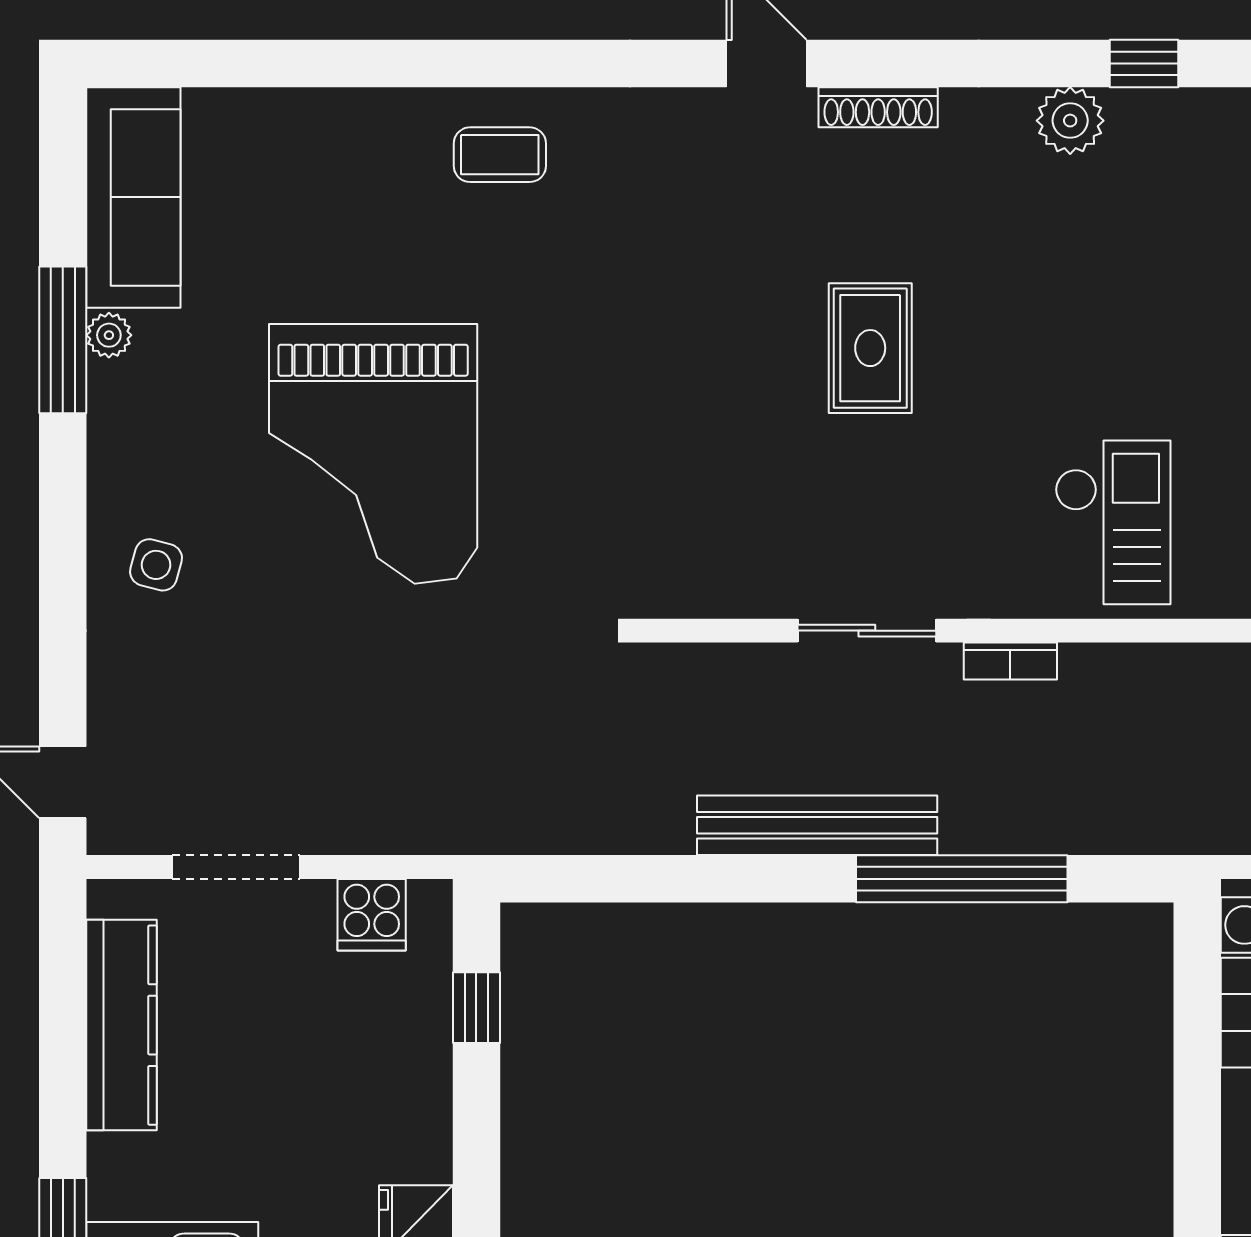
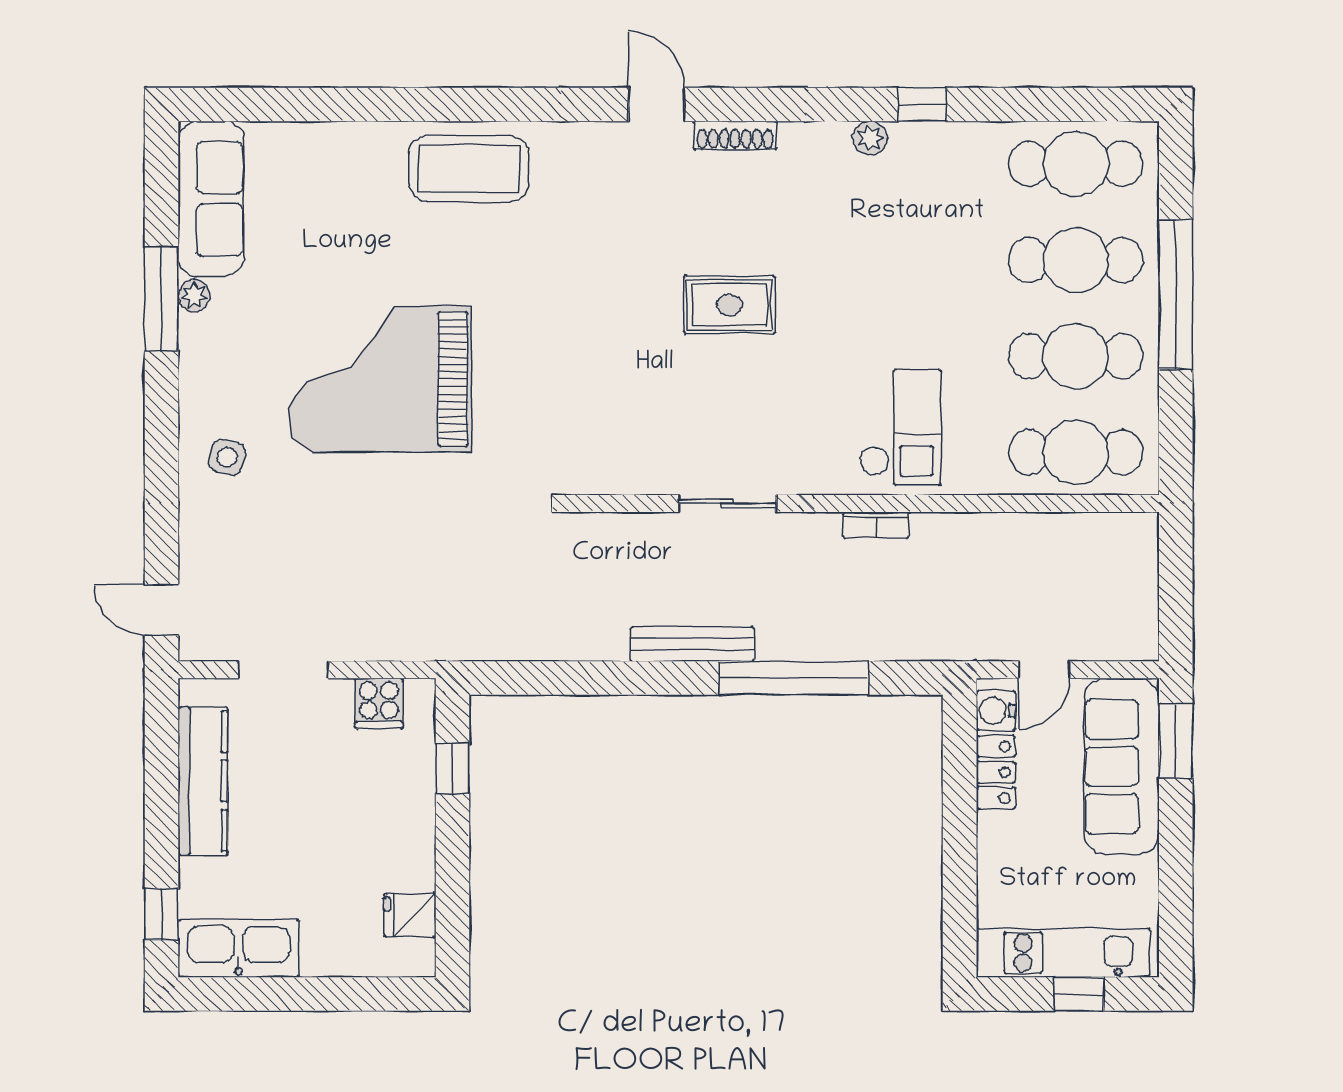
plant: (1070, 121) -> (870, 138), width x0.73, depth x0.73
coffee table: (500, 155) -> (469, 169), width x1.86, depth x1.72
rug: (870, 348) -> (729, 305), turned 90
grand piano: (373, 454) -> (380, 379), turned 90
bookcase: (1010, 661) -> (876, 525), moved
bench: (817, 825) -> (692, 644), width x0.73, depth x0.82

